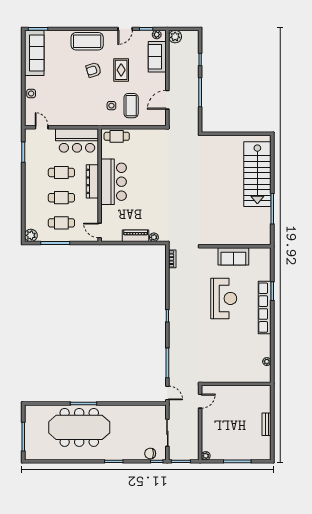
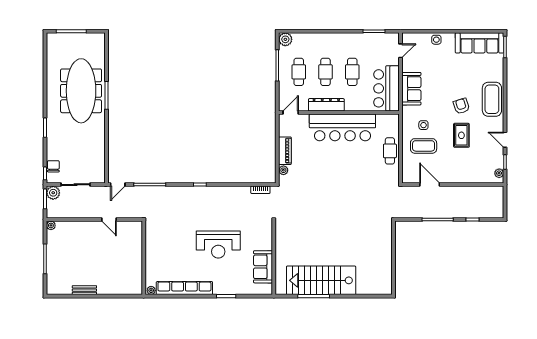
plant: (175, 37) -> (53, 193), moved
sofa: (157, 57) -> (411, 89), moved, turned 90
rug: (121, 70) -> (461, 135), turned 90
cafe table: (117, 136) -> (390, 151), moved
stairs: (257, 174) -> (321, 280), moved
dresser: (92, 181) -> (326, 105), moved
bar counter: (114, 182) -> (342, 127), width x1.36
sofa: (233, 256) -> (263, 267), moved
row of seats: (265, 308) -> (184, 288), moved
wall: (236, 384) -> (144, 258), moved

